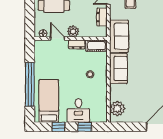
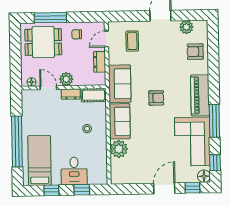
armchair: (150, 49) -> (156, 98), added
plant: (117, 109) -> (119, 149), moved

